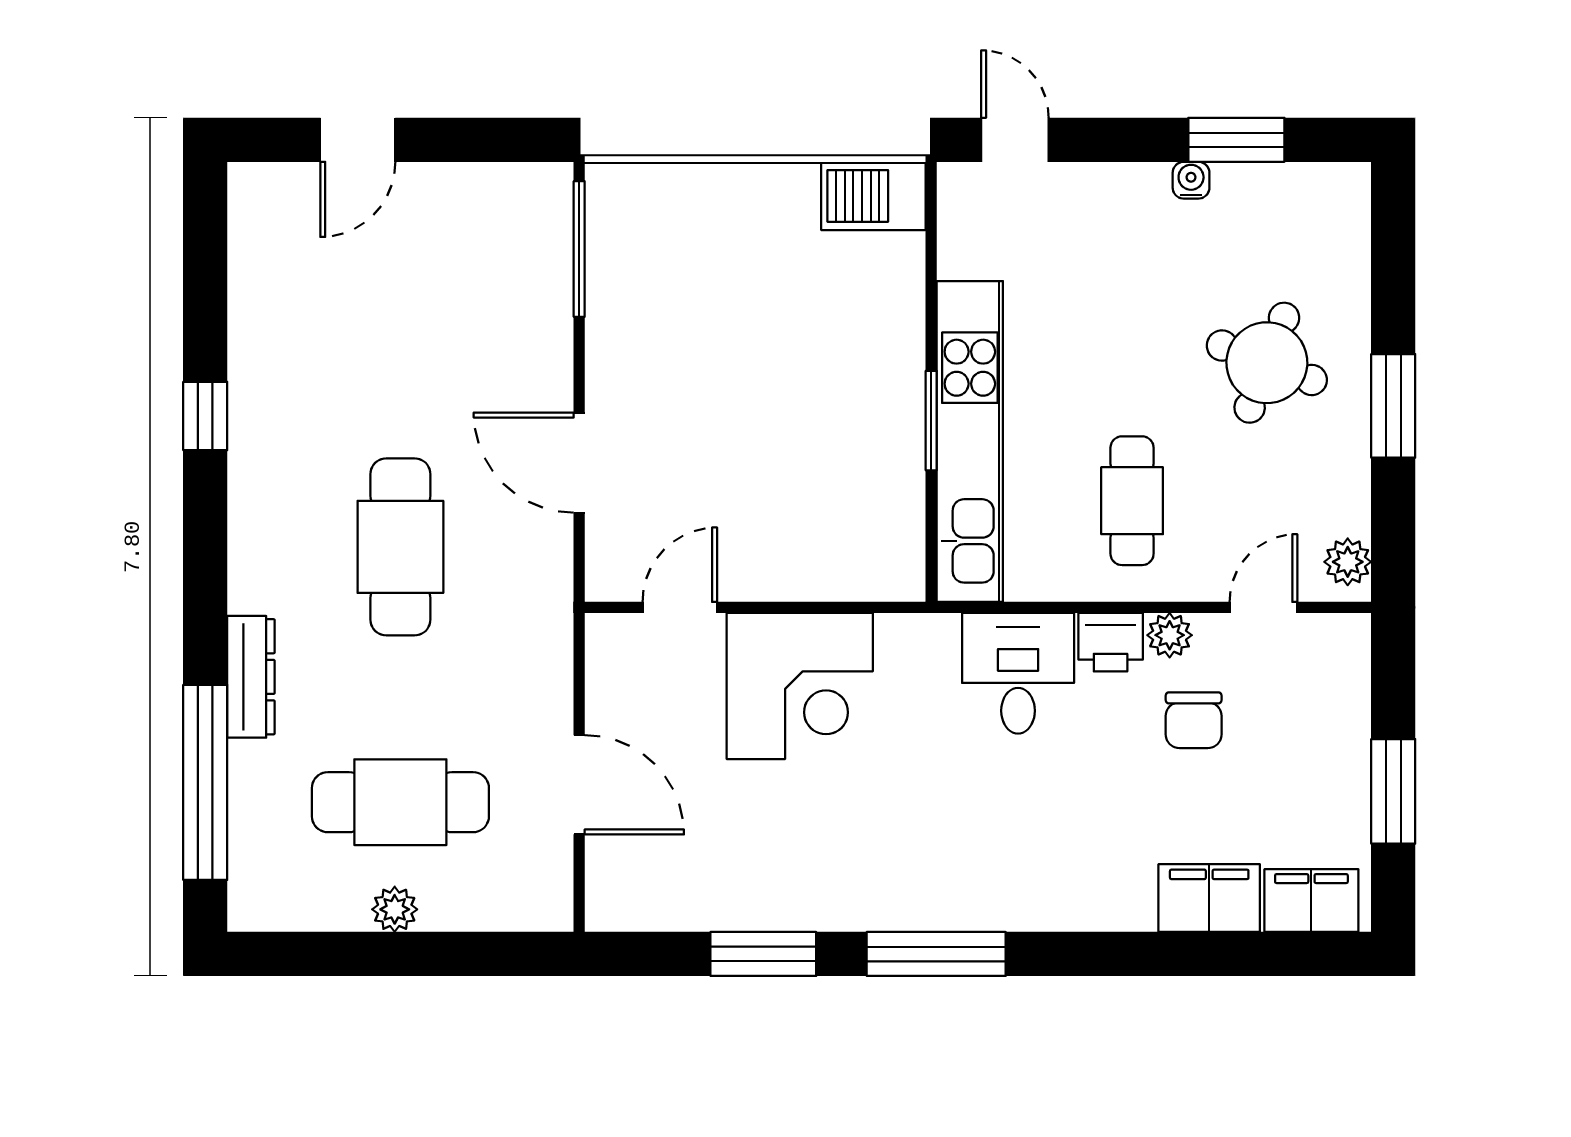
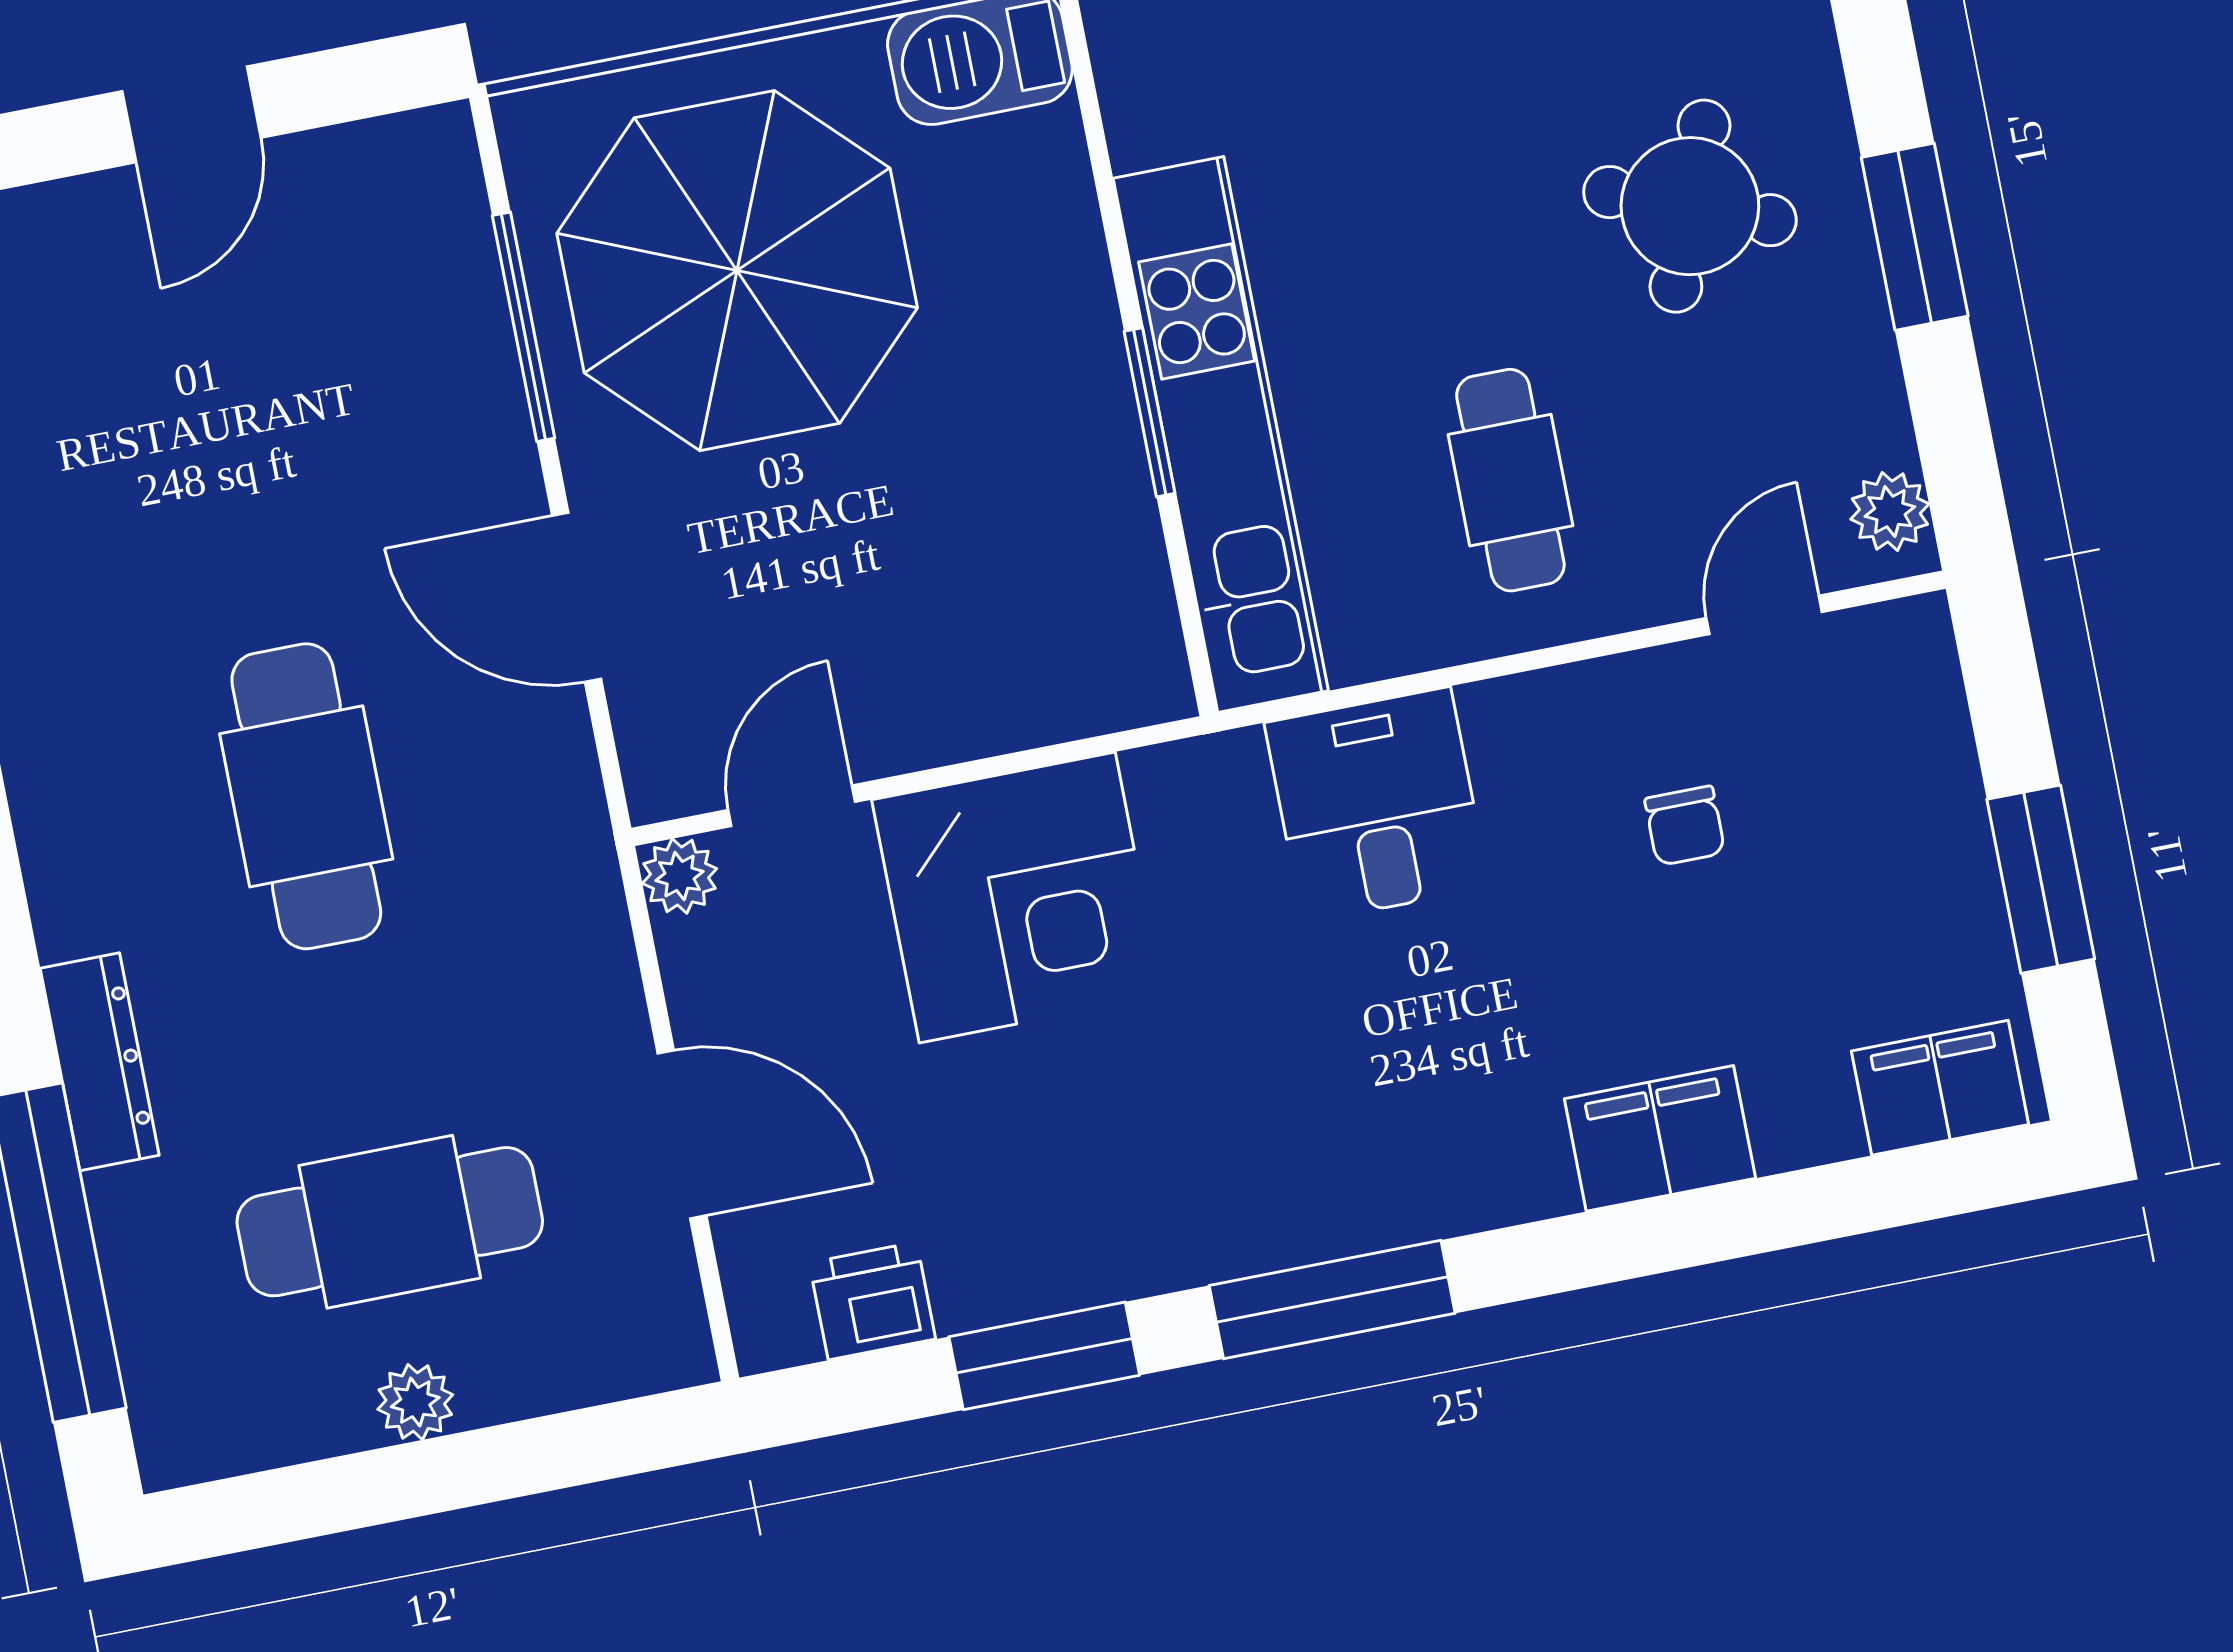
door: (358, 140) -> (191, 114), moved
window: (579, 249) -> (524, 327), moved
parasol: (709, 292) -> (737, 271), added
plant: (1170, 635) -> (680, 876), moved
printer: (1111, 642) -> (872, 1301), moved, turned 180
chair: (1194, 720) -> (1685, 826), width x0.73, depth x0.73
filing cabinet: (1209, 898) -> (1660, 1138), moved

